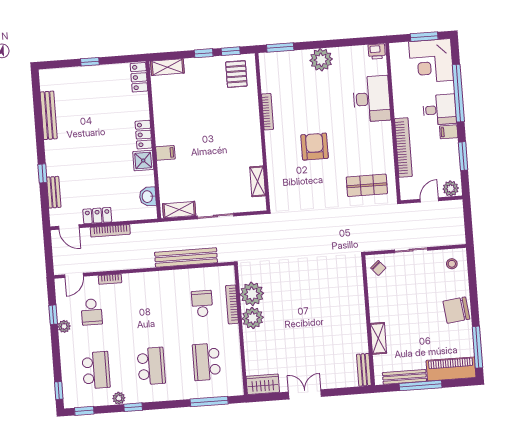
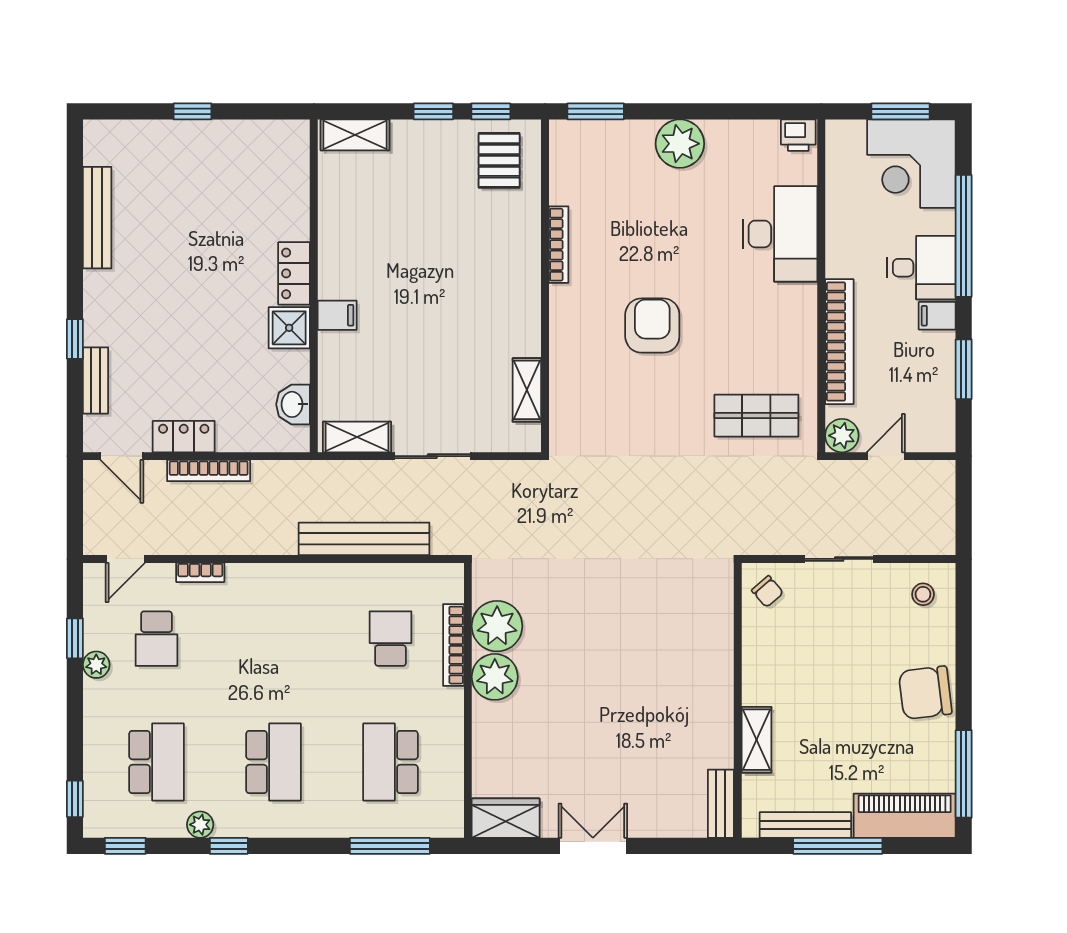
locker: (139, 77) -> (293, 152), removed
plant: (451, 189) -> (842, 436), moved

